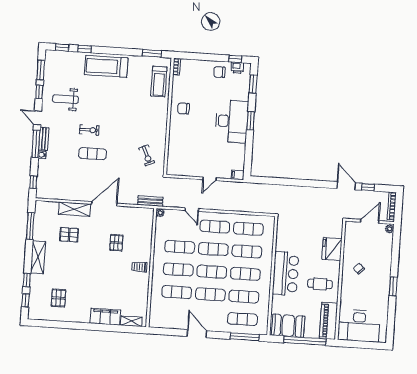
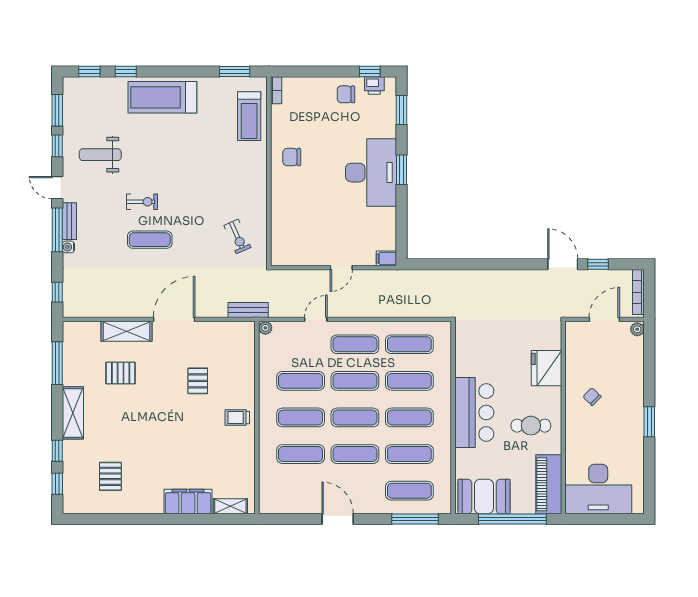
door: (192, 210) -> (316, 319), swing flipped

